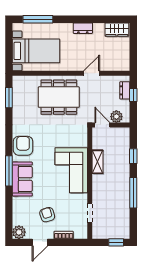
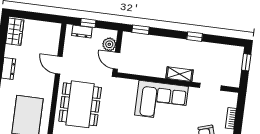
door: (102, 125) -> (116, 61), hinge flipped
window: (133, 156) -> (141, 30), moved
shelving: (98, 162) -> (179, 74), moved
window: (133, 193) -> (195, 37), width x0.46

